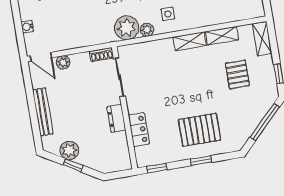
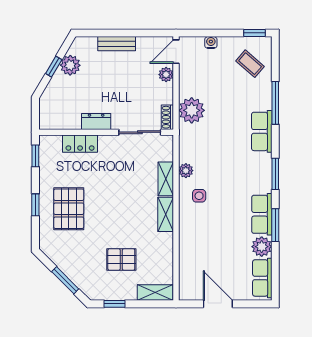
plant: (127, 28) -> (192, 110), moved
shelving: (222, 36) -> (166, 179), moved
bench: (43, 112) -> (117, 44), width x0.73
window: (265, 122) -> (65, 280), width x0.69

